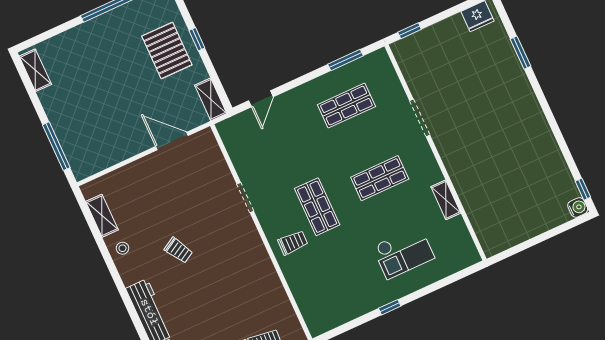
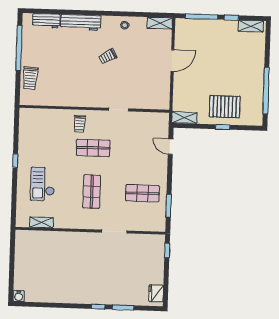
window: (37, 104) -> (231, 18), added
shop shelf: (346, 106) -> (142, 193), turned 90
door: (172, 141) -> (172, 60), moved
window: (583, 189) -> (98, 307), moved
shelving: (446, 200) -> (41, 222), moved
shelving: (102, 216) -> (160, 23), moved

